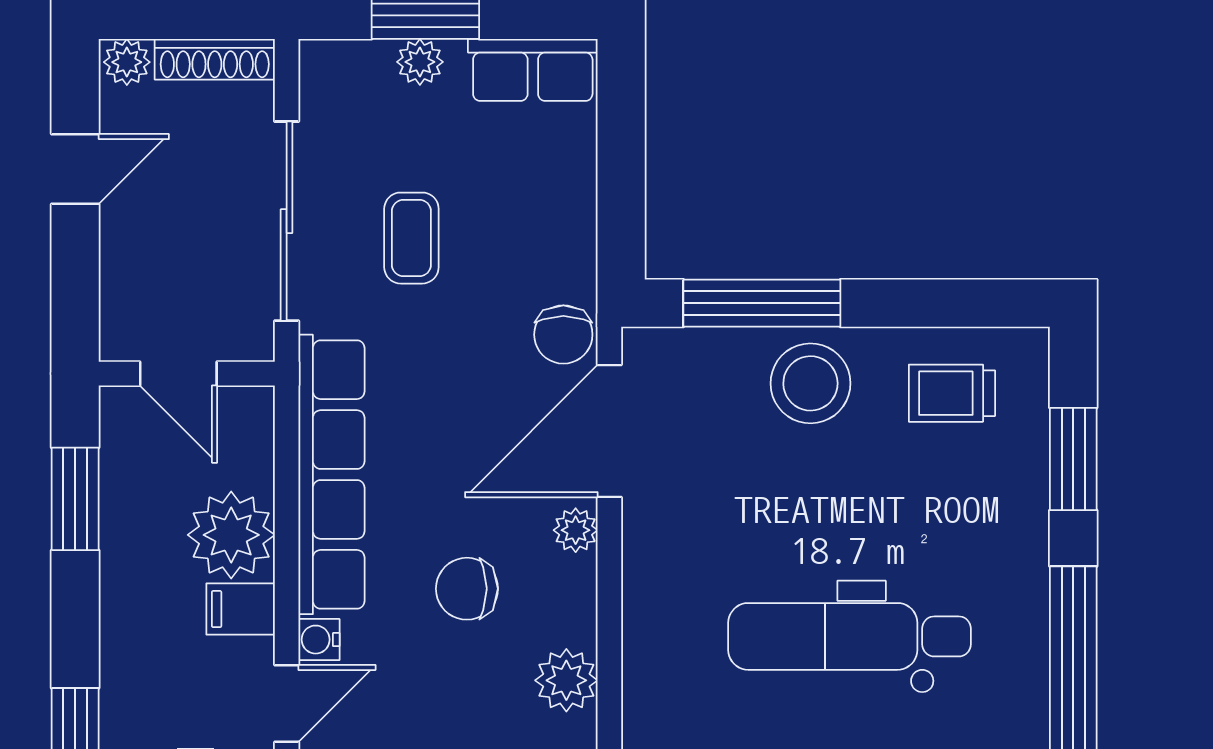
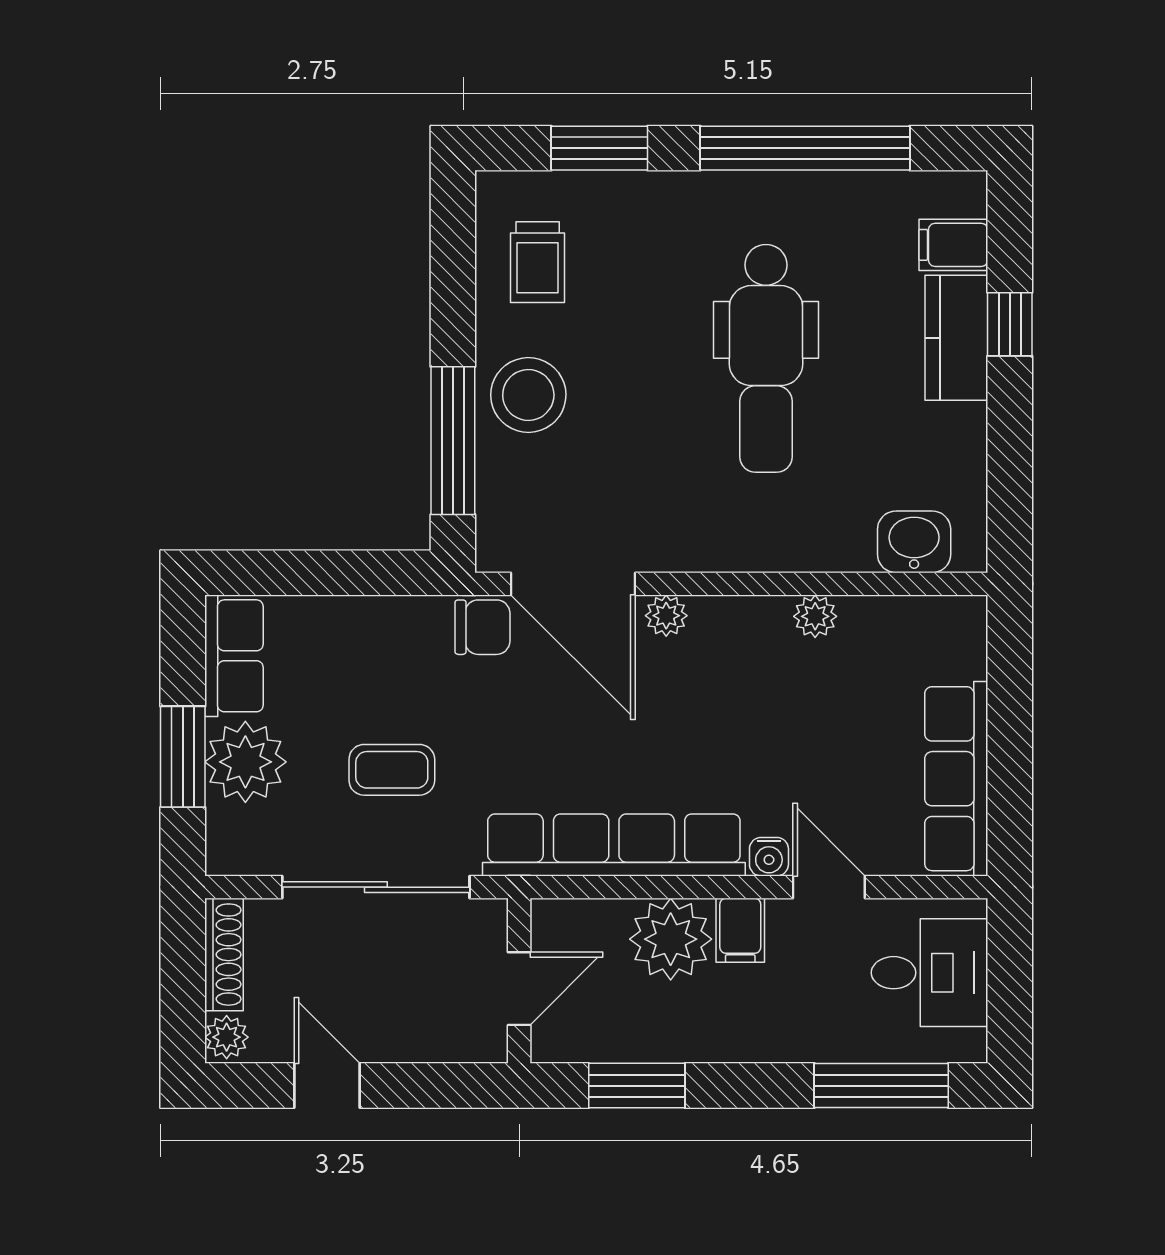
plant: (420, 62) -> (245, 762), width x1.88, depth x1.88
chair: (467, 589) -> (721, 718), removed
plant: (566, 680) -> (815, 616), width x0.73, depth x0.73

